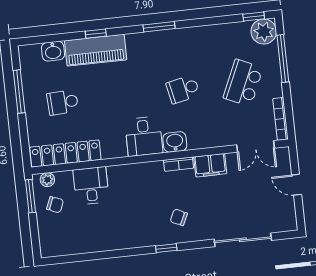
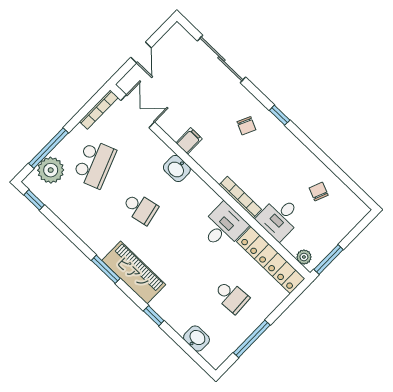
plant: (264, 32) -> (51, 170), moved
piano: (96, 50) -> (134, 272), moved
school desk: (243, 83) -> (95, 164), turned -45
desk: (144, 136) -> (223, 227), moved
washbasin: (175, 142) -> (177, 168), moved
bookcase: (179, 164) -> (240, 197), moved, width x1.56
filing cabinet: (210, 165) -> (189, 141), width x0.50
chair: (55, 205) -> (319, 192), moved

